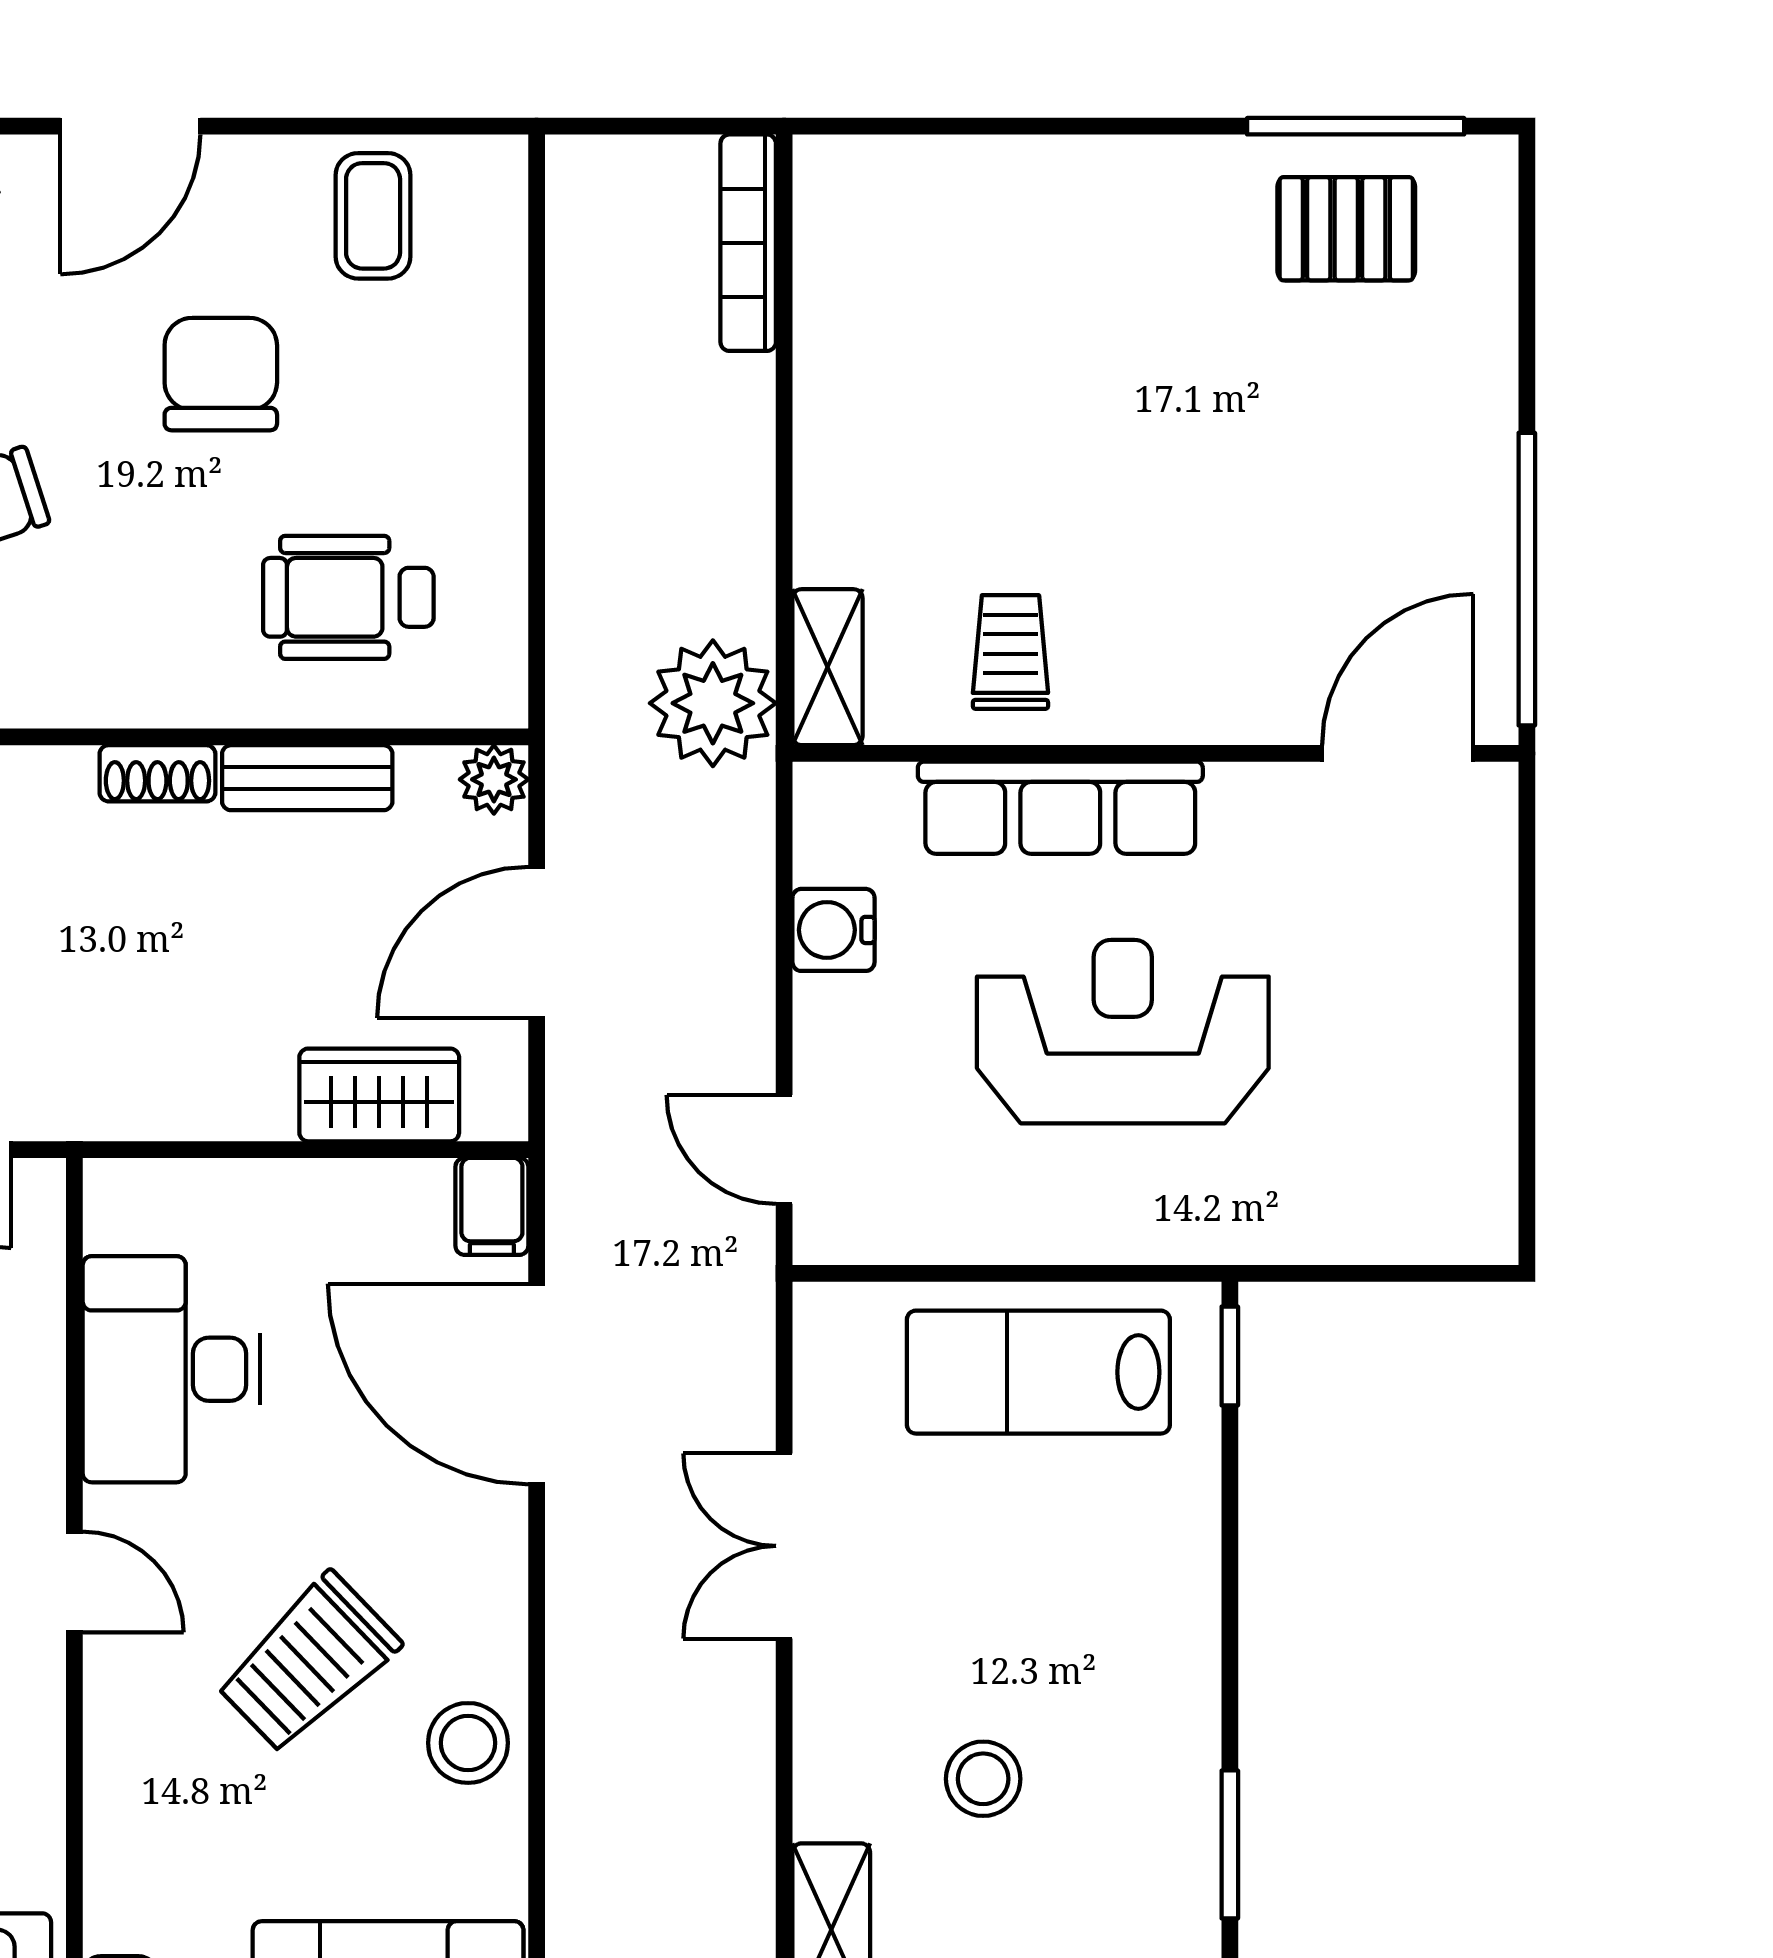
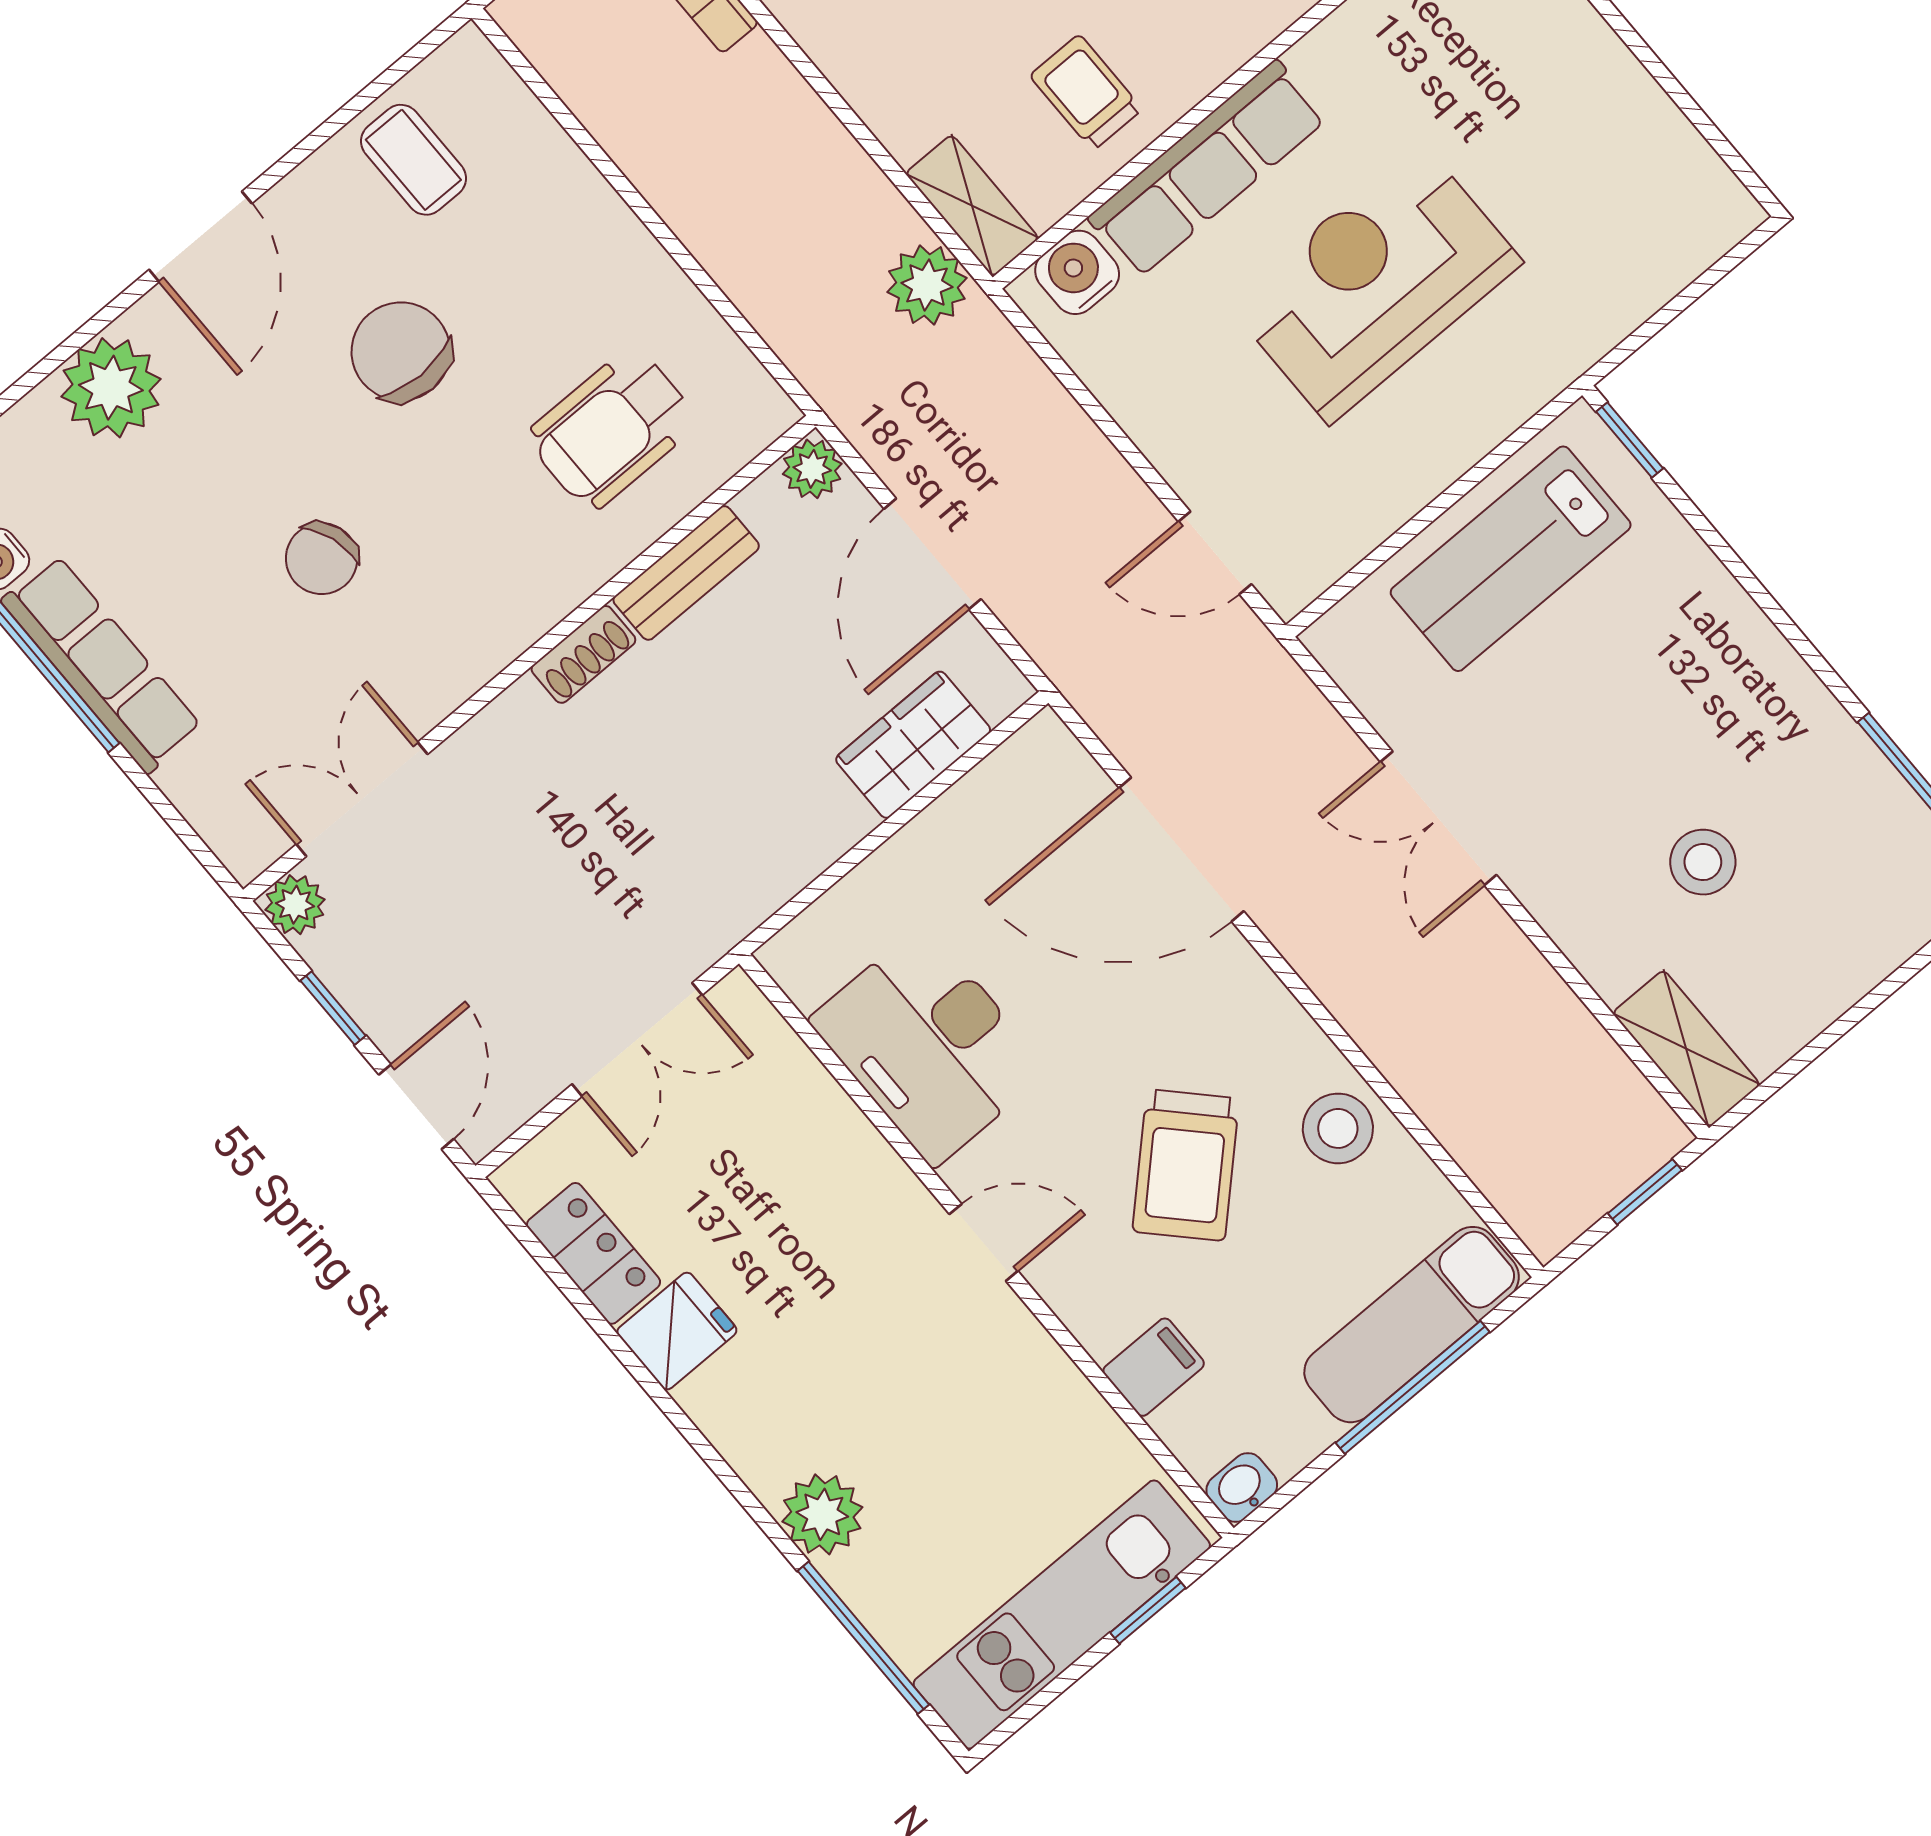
plant: (713, 703) -> (927, 285), width x0.73, depth x0.73
water cooler: (833, 930) -> (1077, 272), moved, turned 90
filing cabinet: (492, 1206) -> (1154, 1367), moved, turned -90

